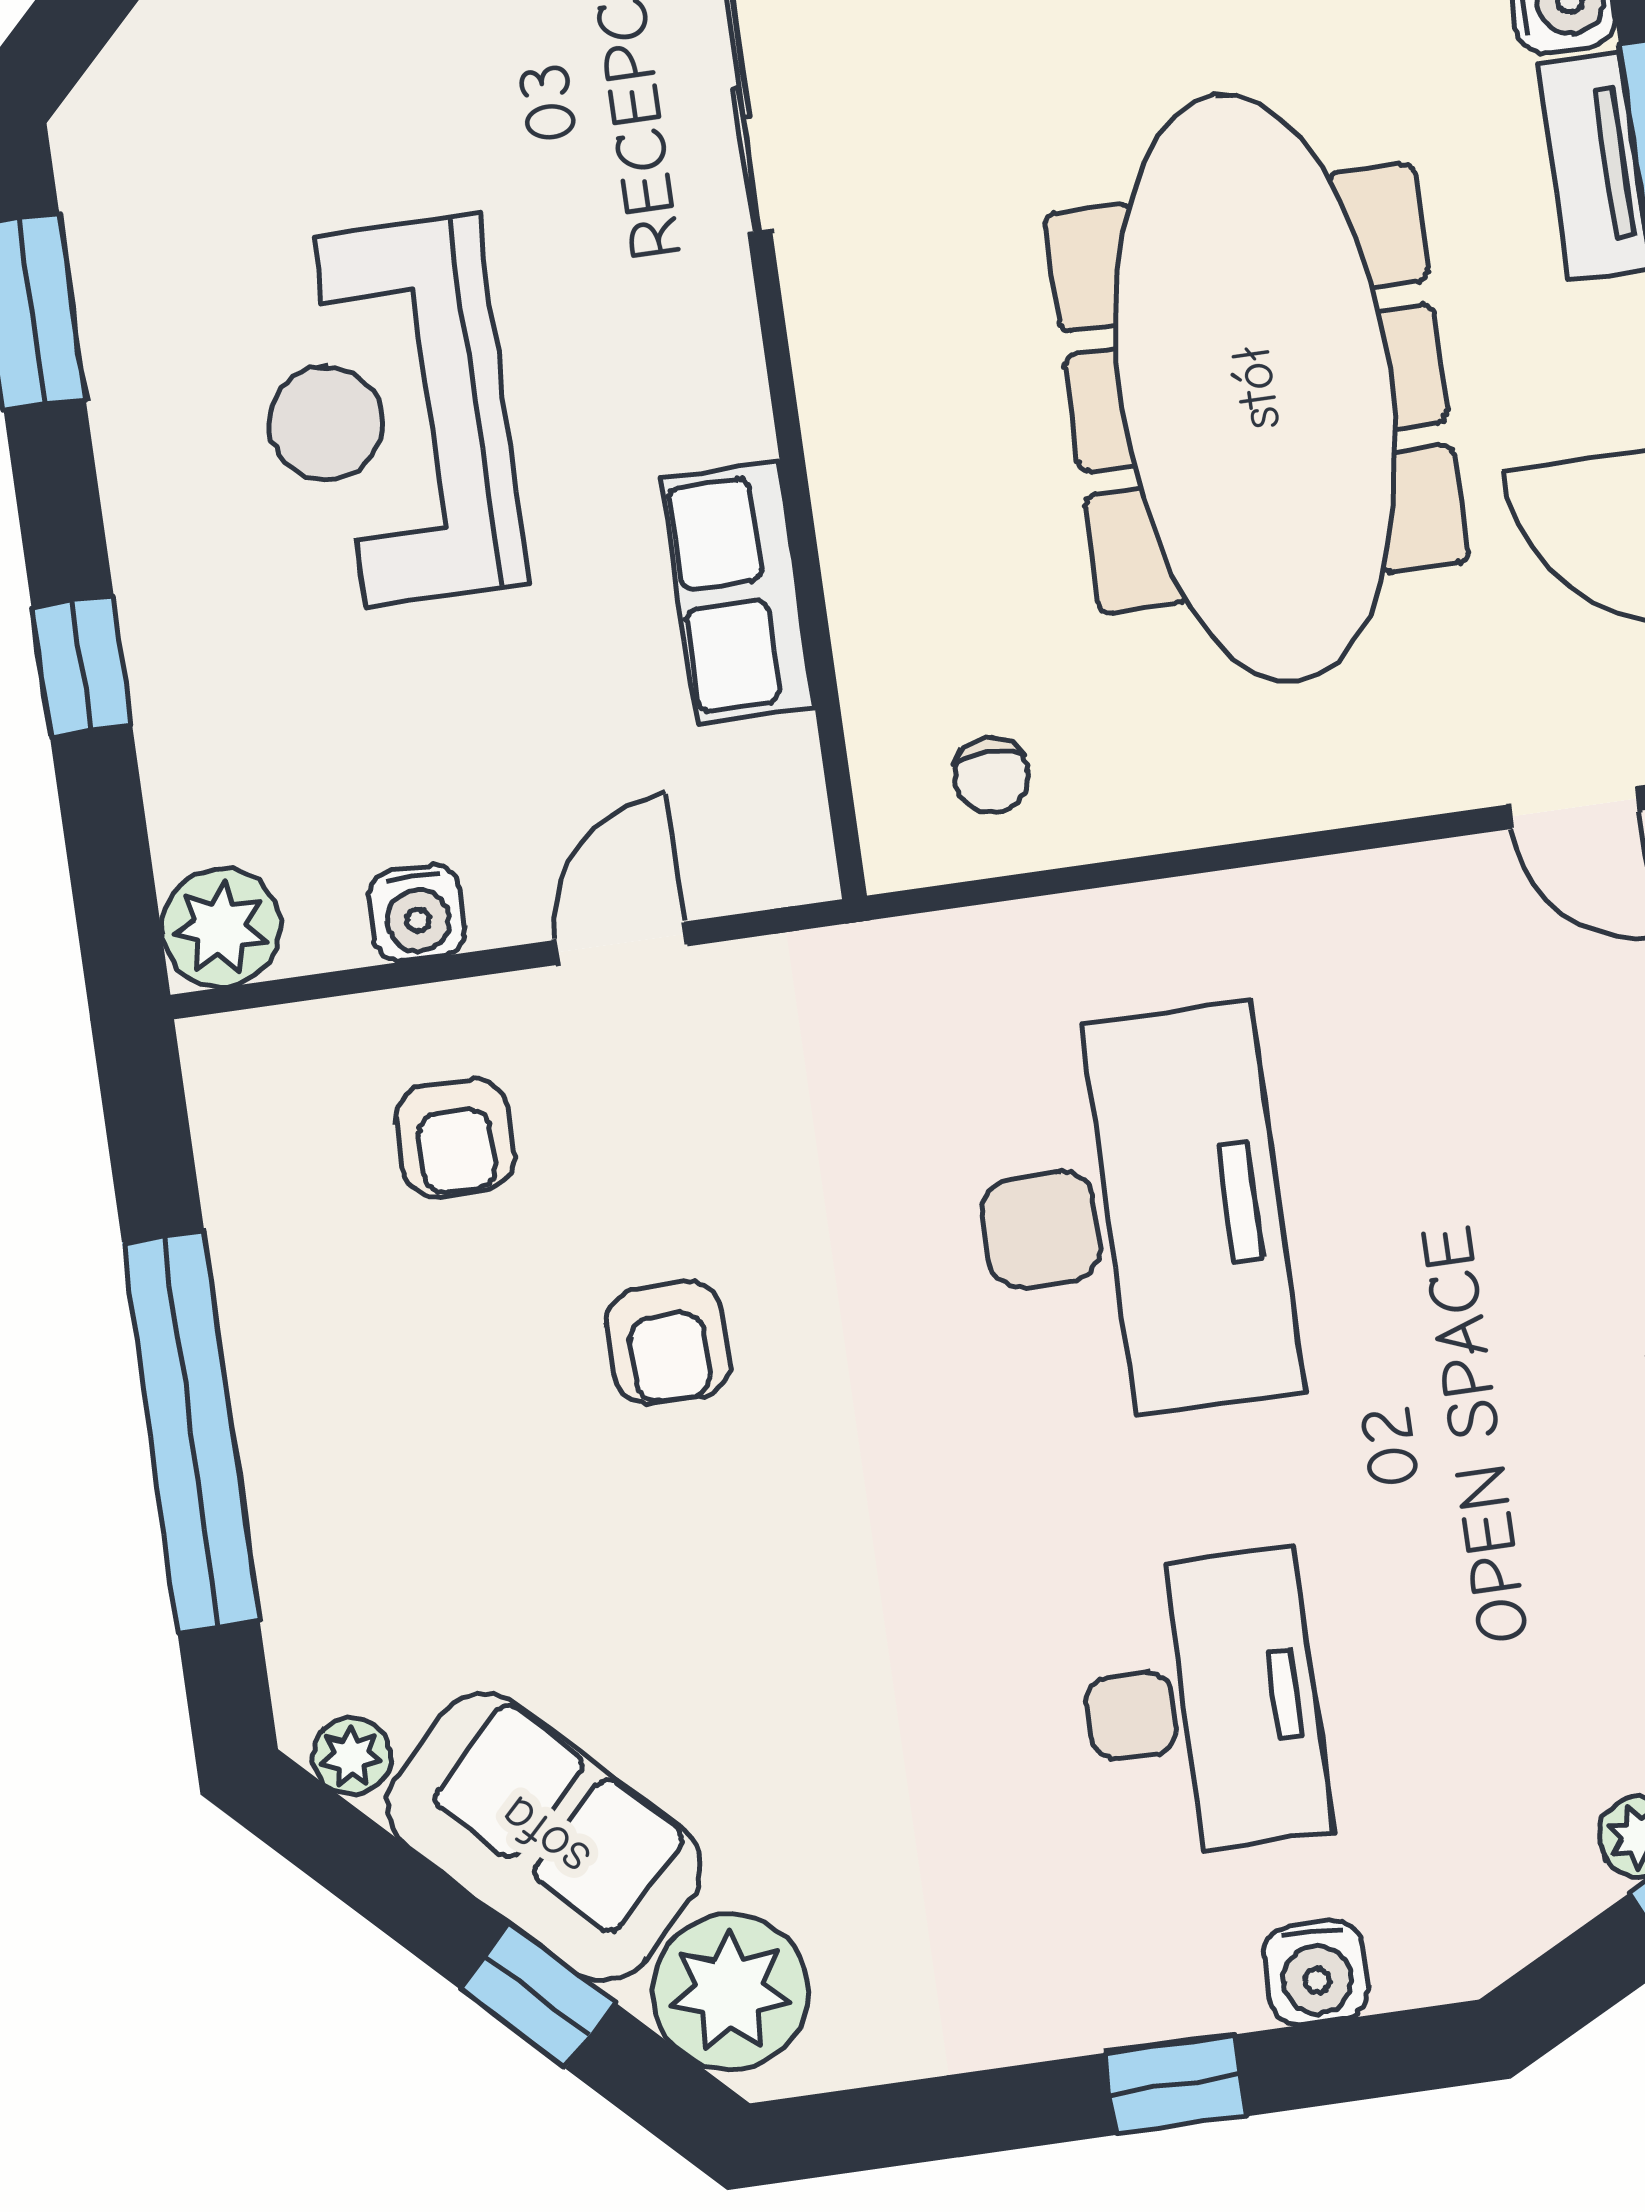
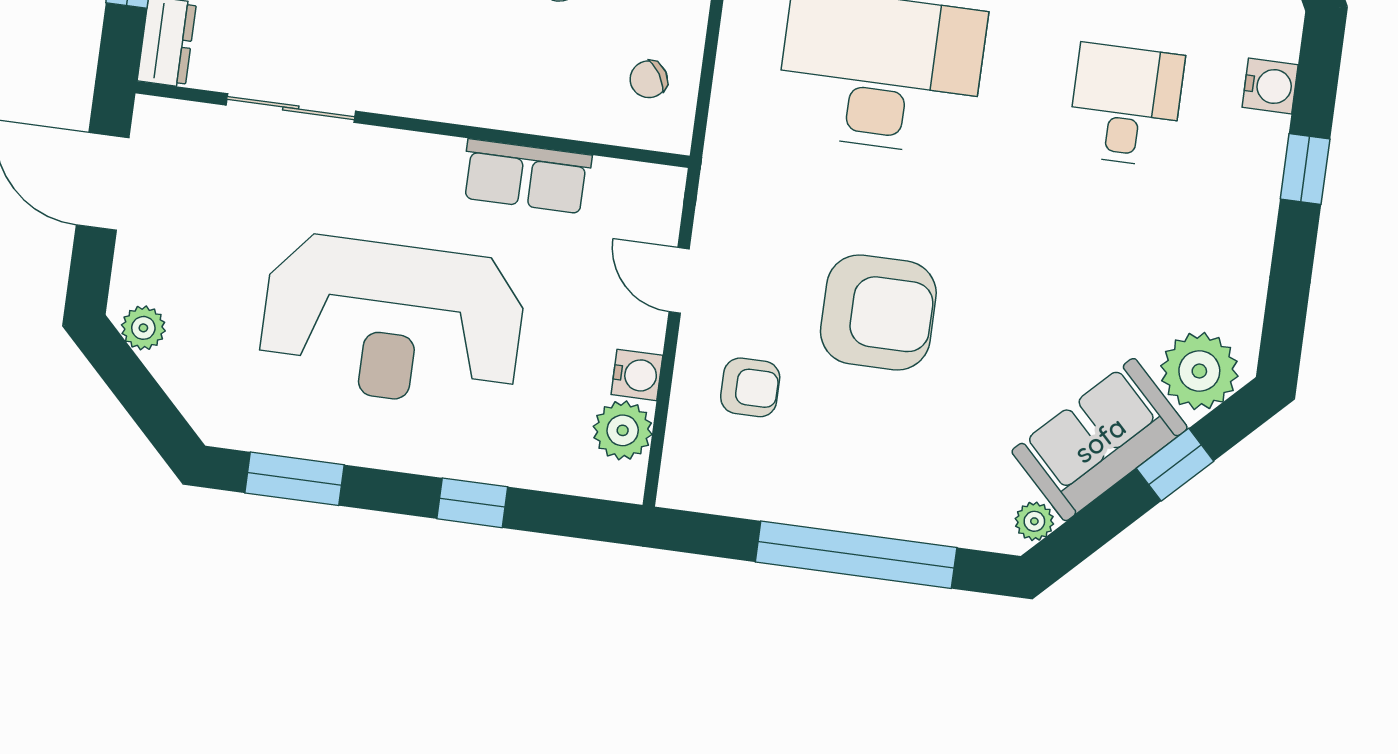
reception desk: (387, 415) -> (392, 322), width x1.36, depth x1.30
chair: (991, 775) -> (649, 79), turned 148
plant: (221, 928) -> (623, 430), moved
armchair: (668, 1343) -> (878, 312), width x1.88, depth x1.88
desk: (1201, 1705) -> (1126, 105), width x0.73

